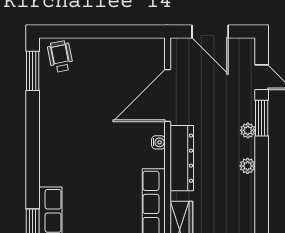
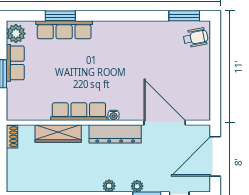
door: (210, 32) -> (215, 156), width x1.36
water cooler: (158, 142) -> (114, 115), moved

